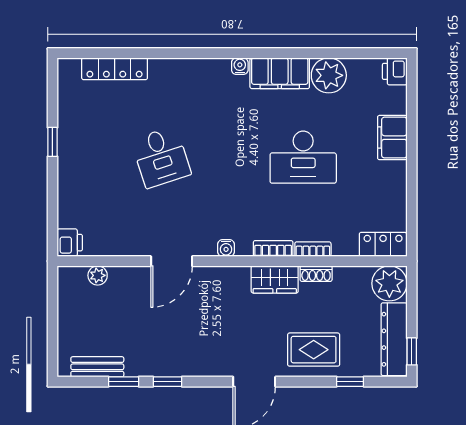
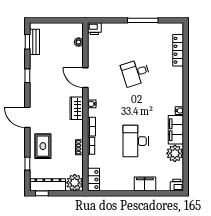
window: (52, 142) -> (143, 20), width x2.17
wardrobe: (275, 279) -> (77, 108), moved
window: (124, 382) -> (27, 42), moved

